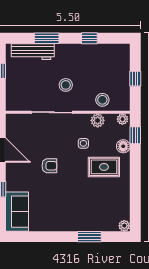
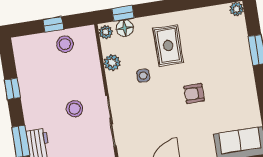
stool: (102, 100) -> (65, 44), moved
floor lamp: (123, 146) -> (125, 28), moved
armchair: (49, 166) -> (194, 93), moved, turned -90

